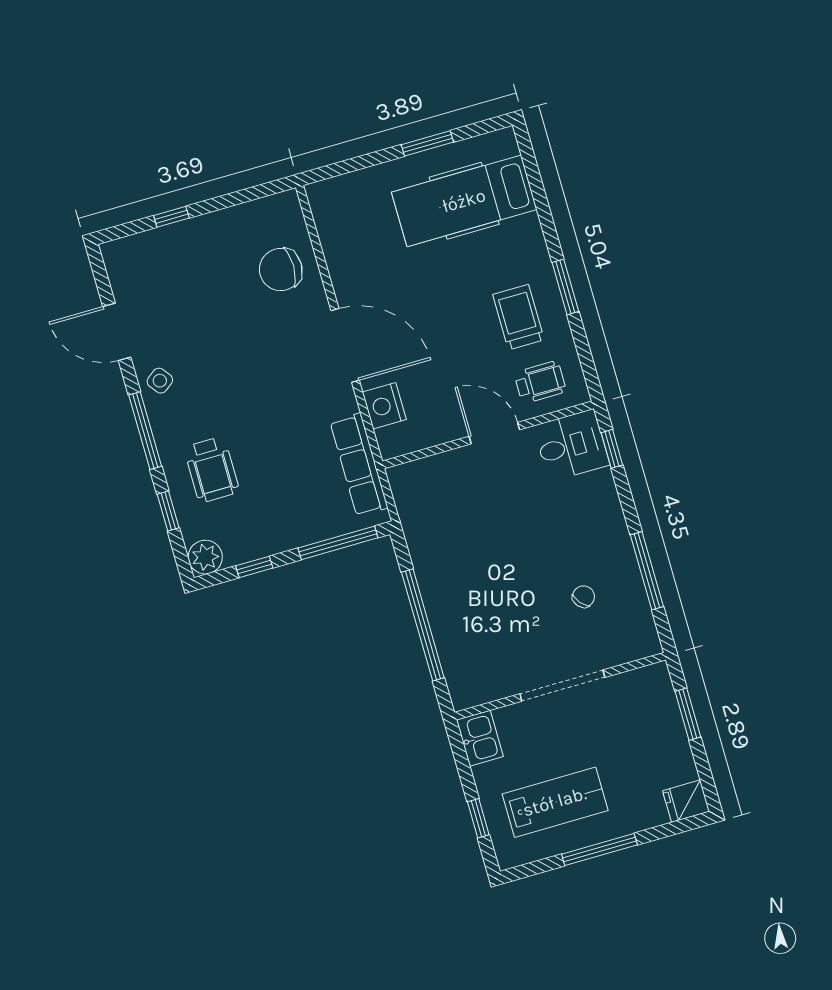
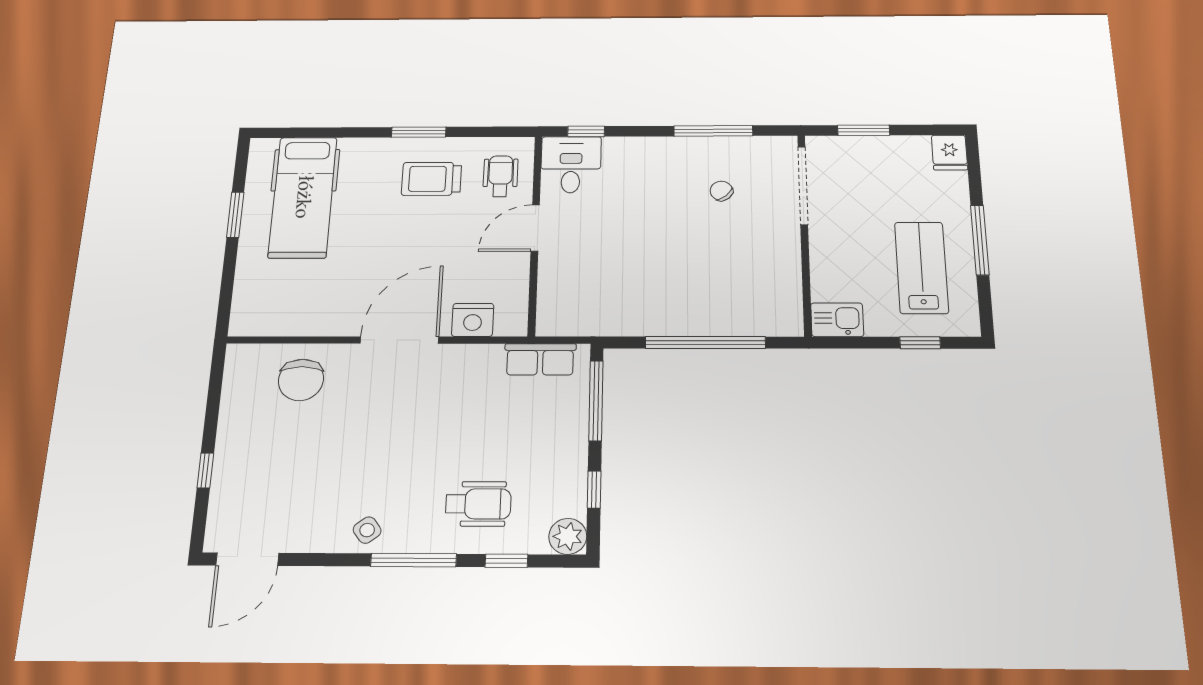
door: (117, 332) -> (247, 559), moved
row of seats: (359, 465) -> (540, 359), width x0.68
doorway: (562, 686) -> (803, 185), moved

